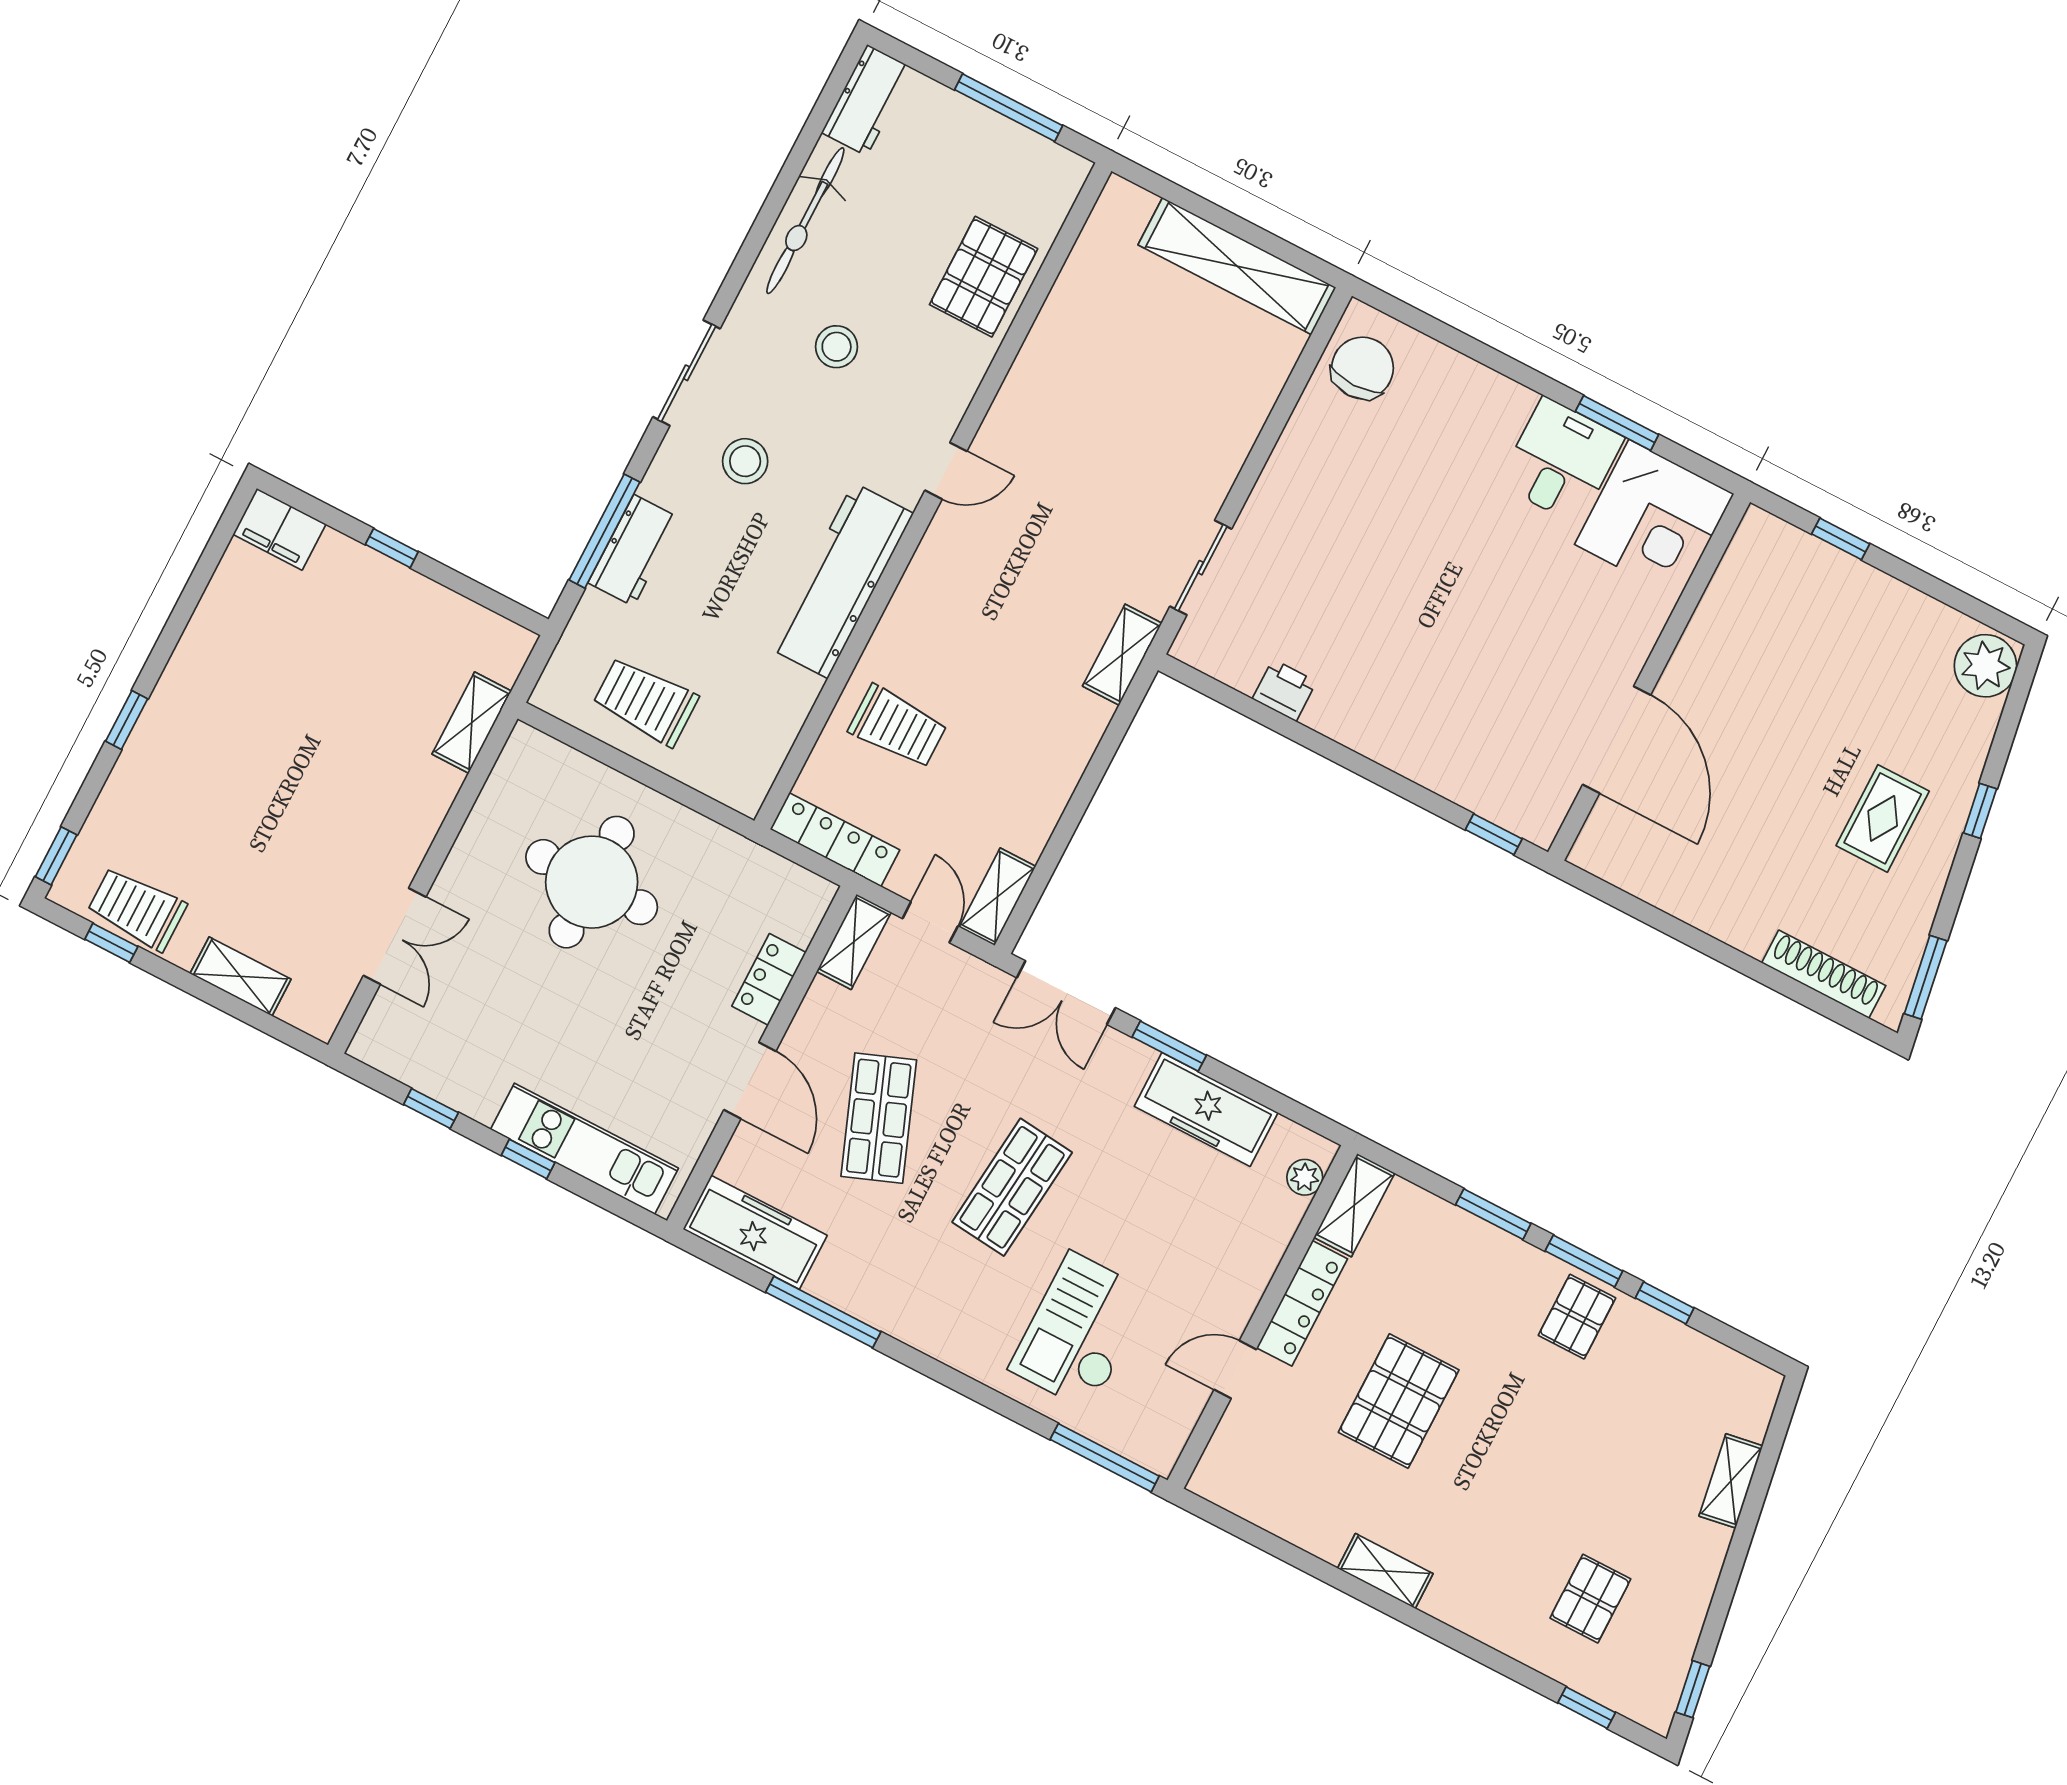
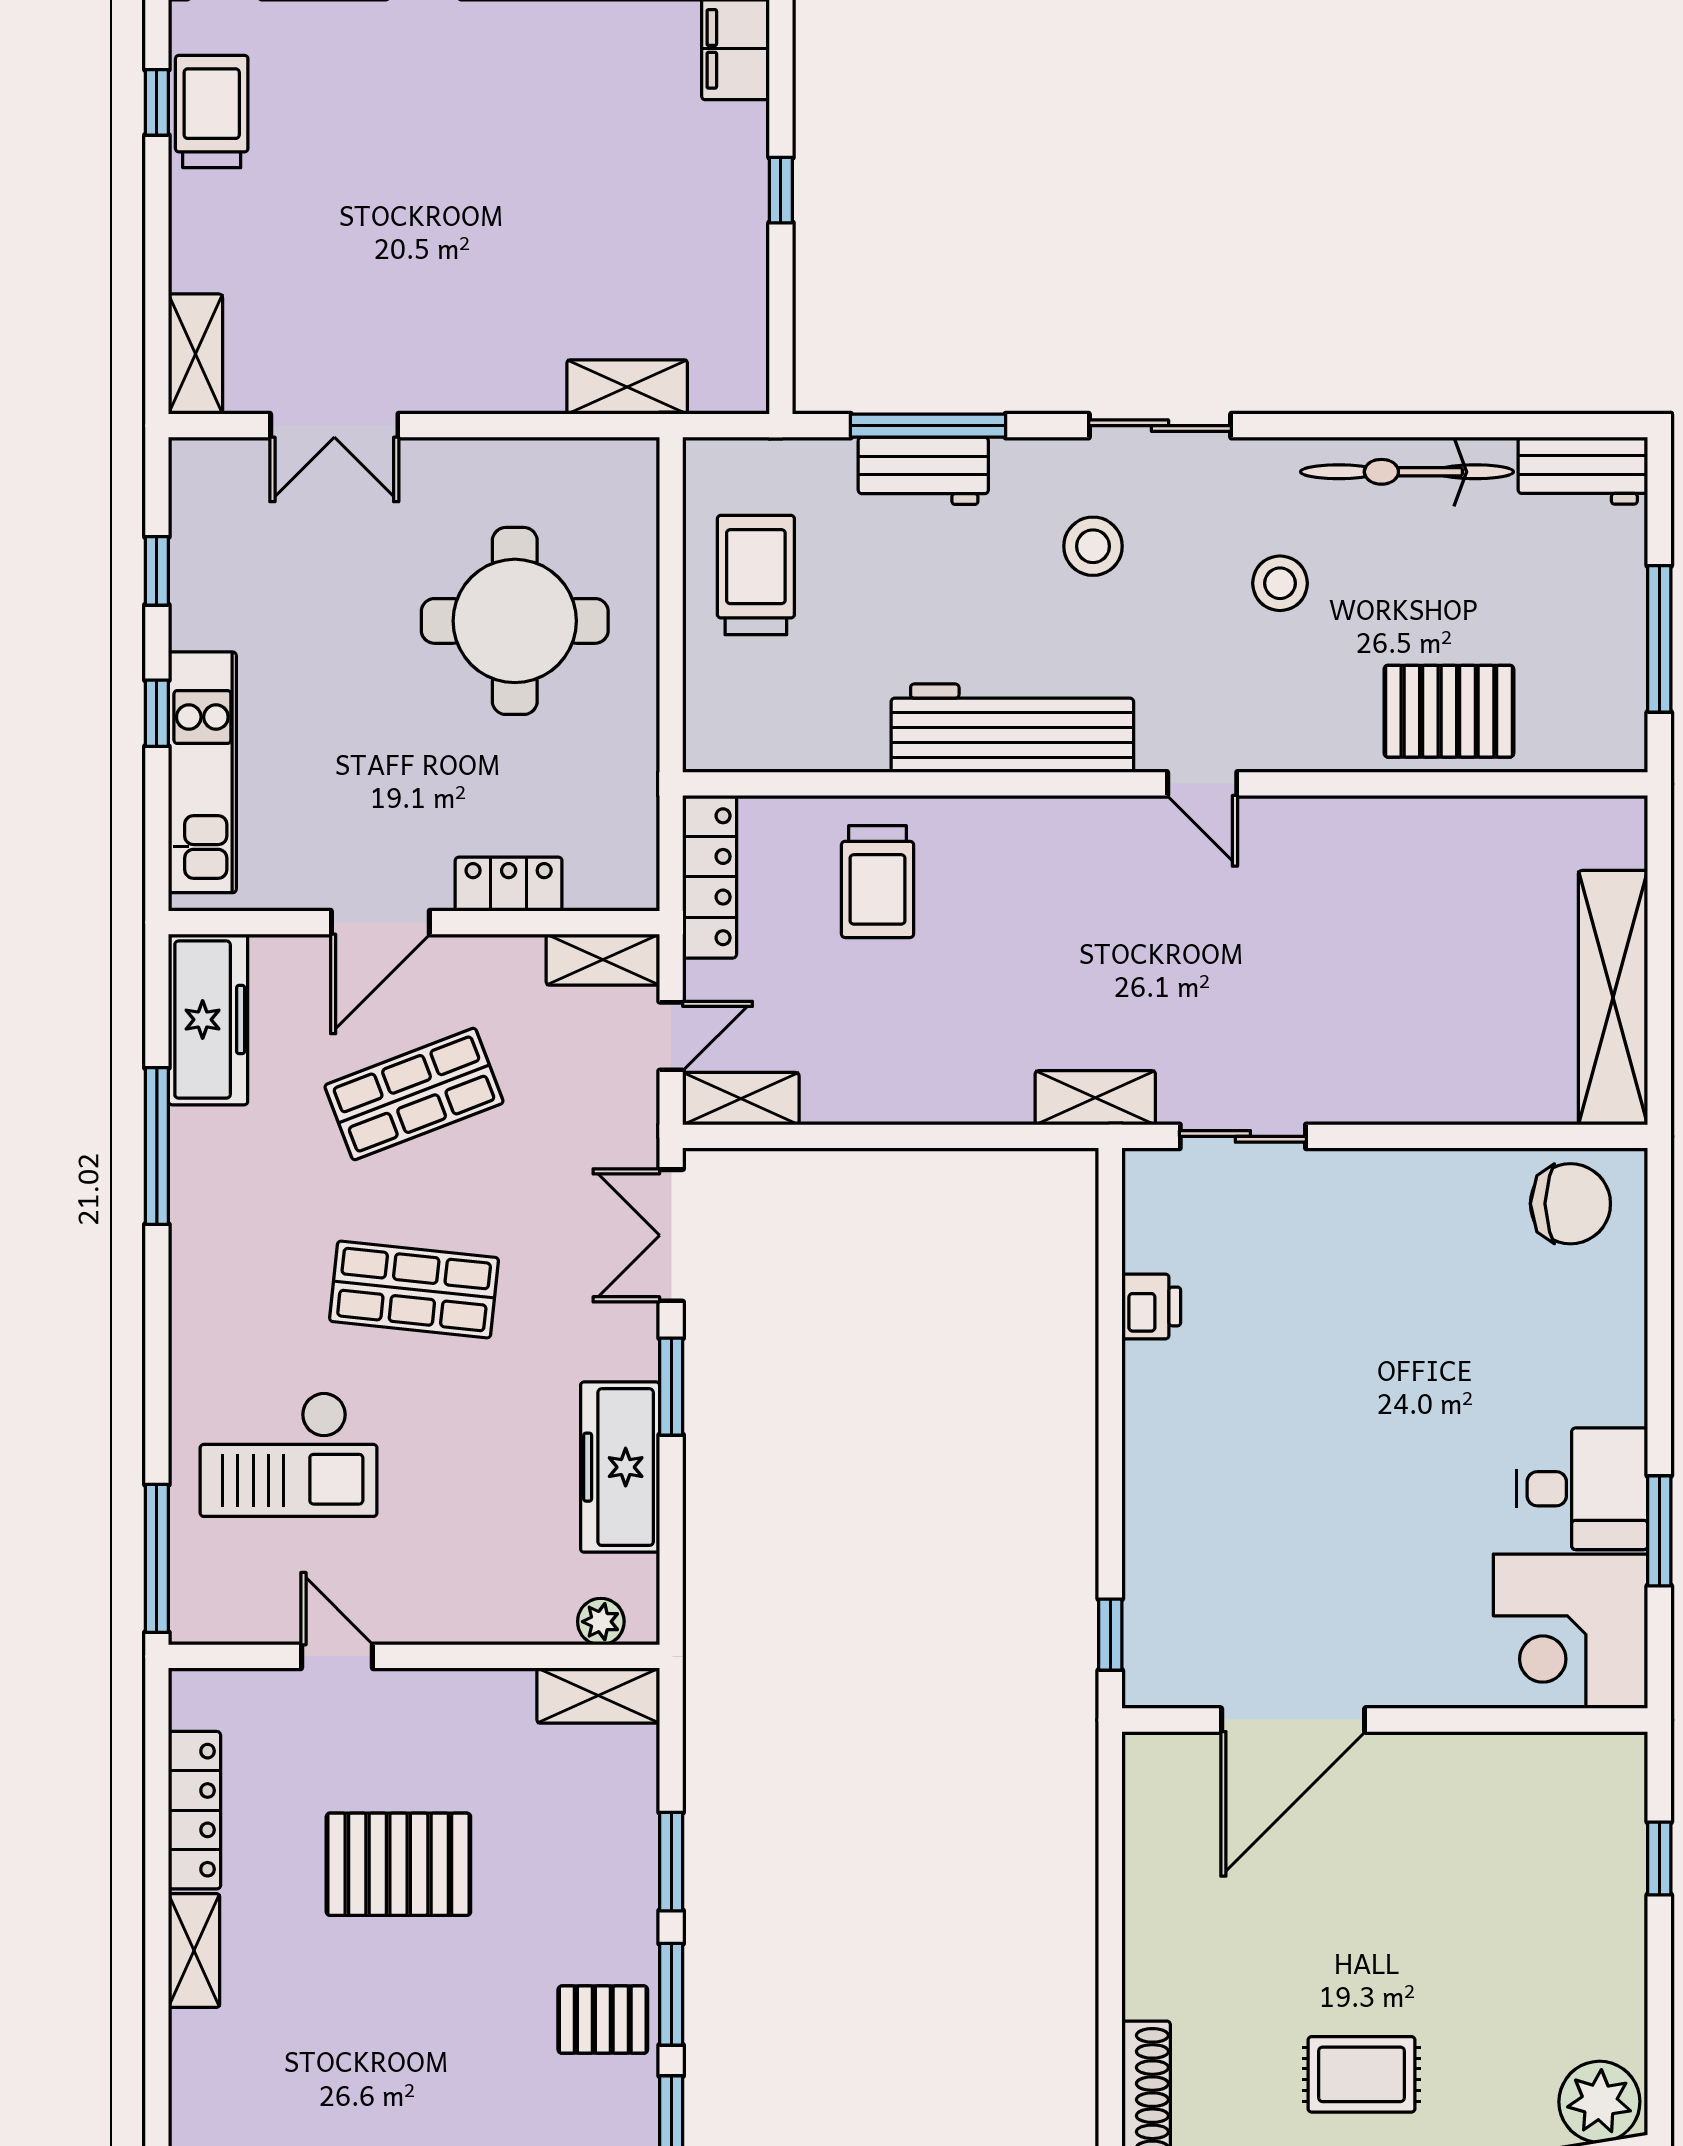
shelving: (241, 976) -> (195, 354), moved
locker: (1302, 1303) -> (194, 1810), moved, turned -90
checkout: (1080, 1331) -> (289, 1454), turned 180

